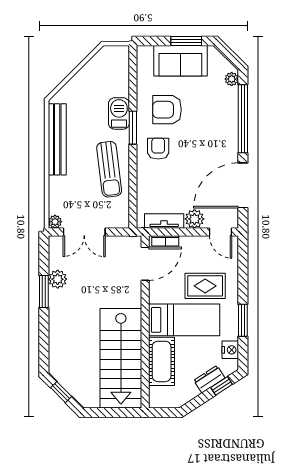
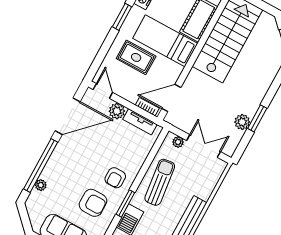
plant: (232, 79) -> (41, 185), moved
plant: (55, 222) -> (178, 142), moved

